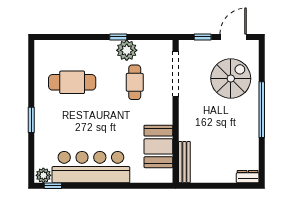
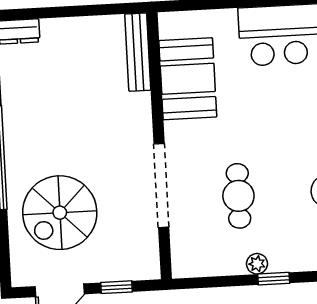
plant: (127, 50) -> (257, 264), width x0.53, depth x0.53
doorway: (176, 74) -> (161, 185), moved

